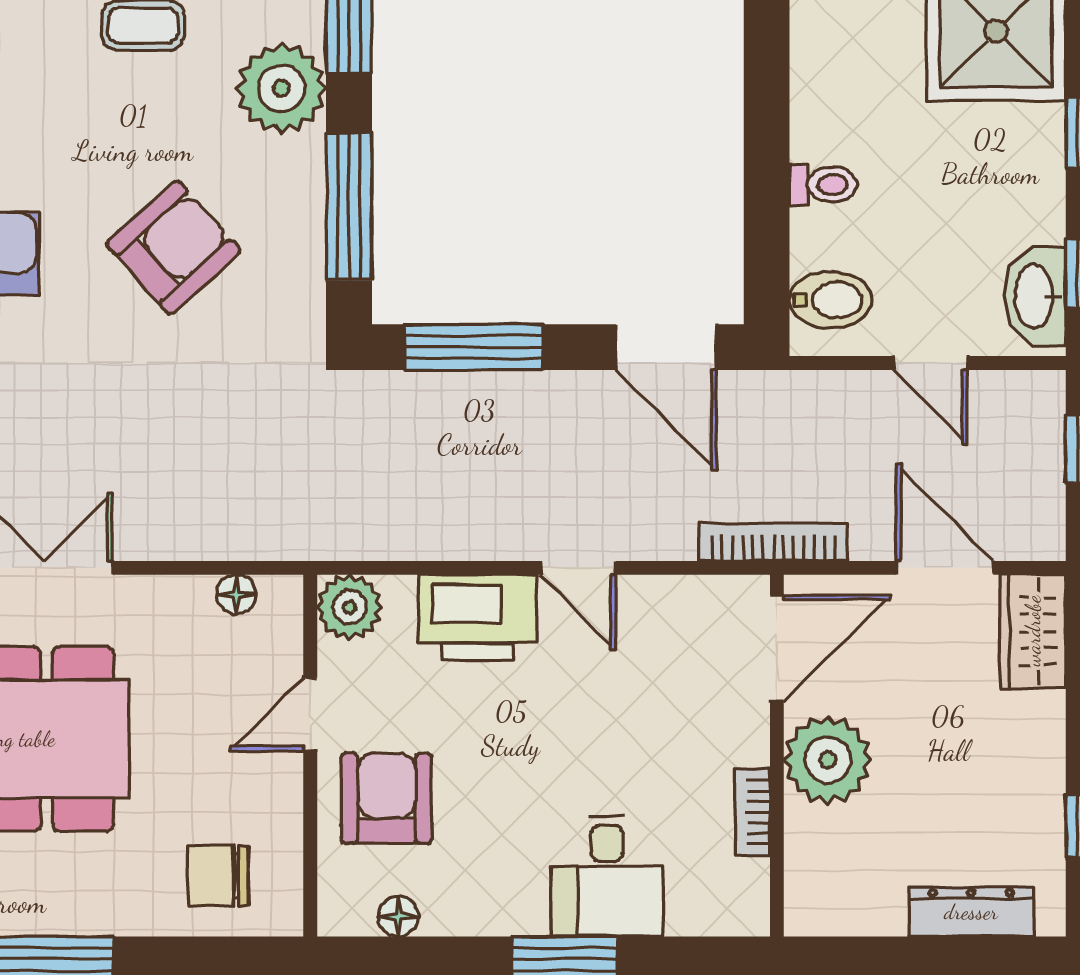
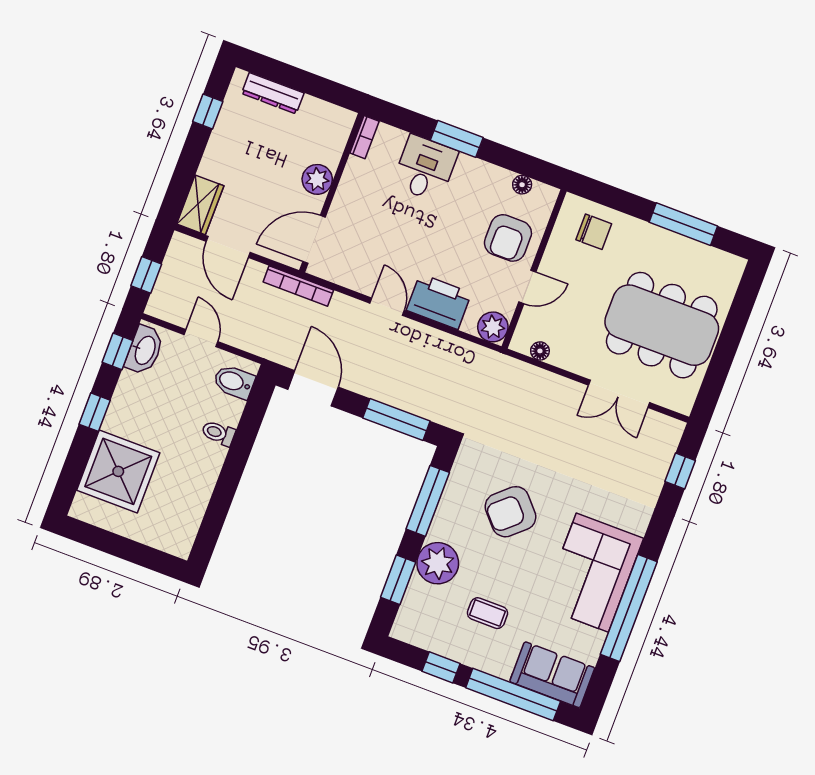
plant: (828, 760) -> (317, 179), width x0.73, depth x0.73
bookcase: (753, 812) -> (365, 137), moved

